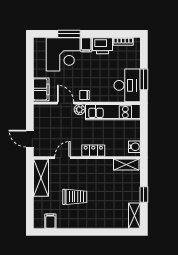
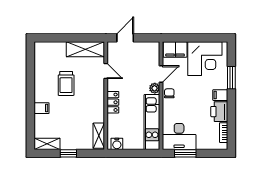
corner desk: (63, 54) -> (205, 59), moved, turned -90
filing cabinet: (50, 221) -> (42, 108), moved

